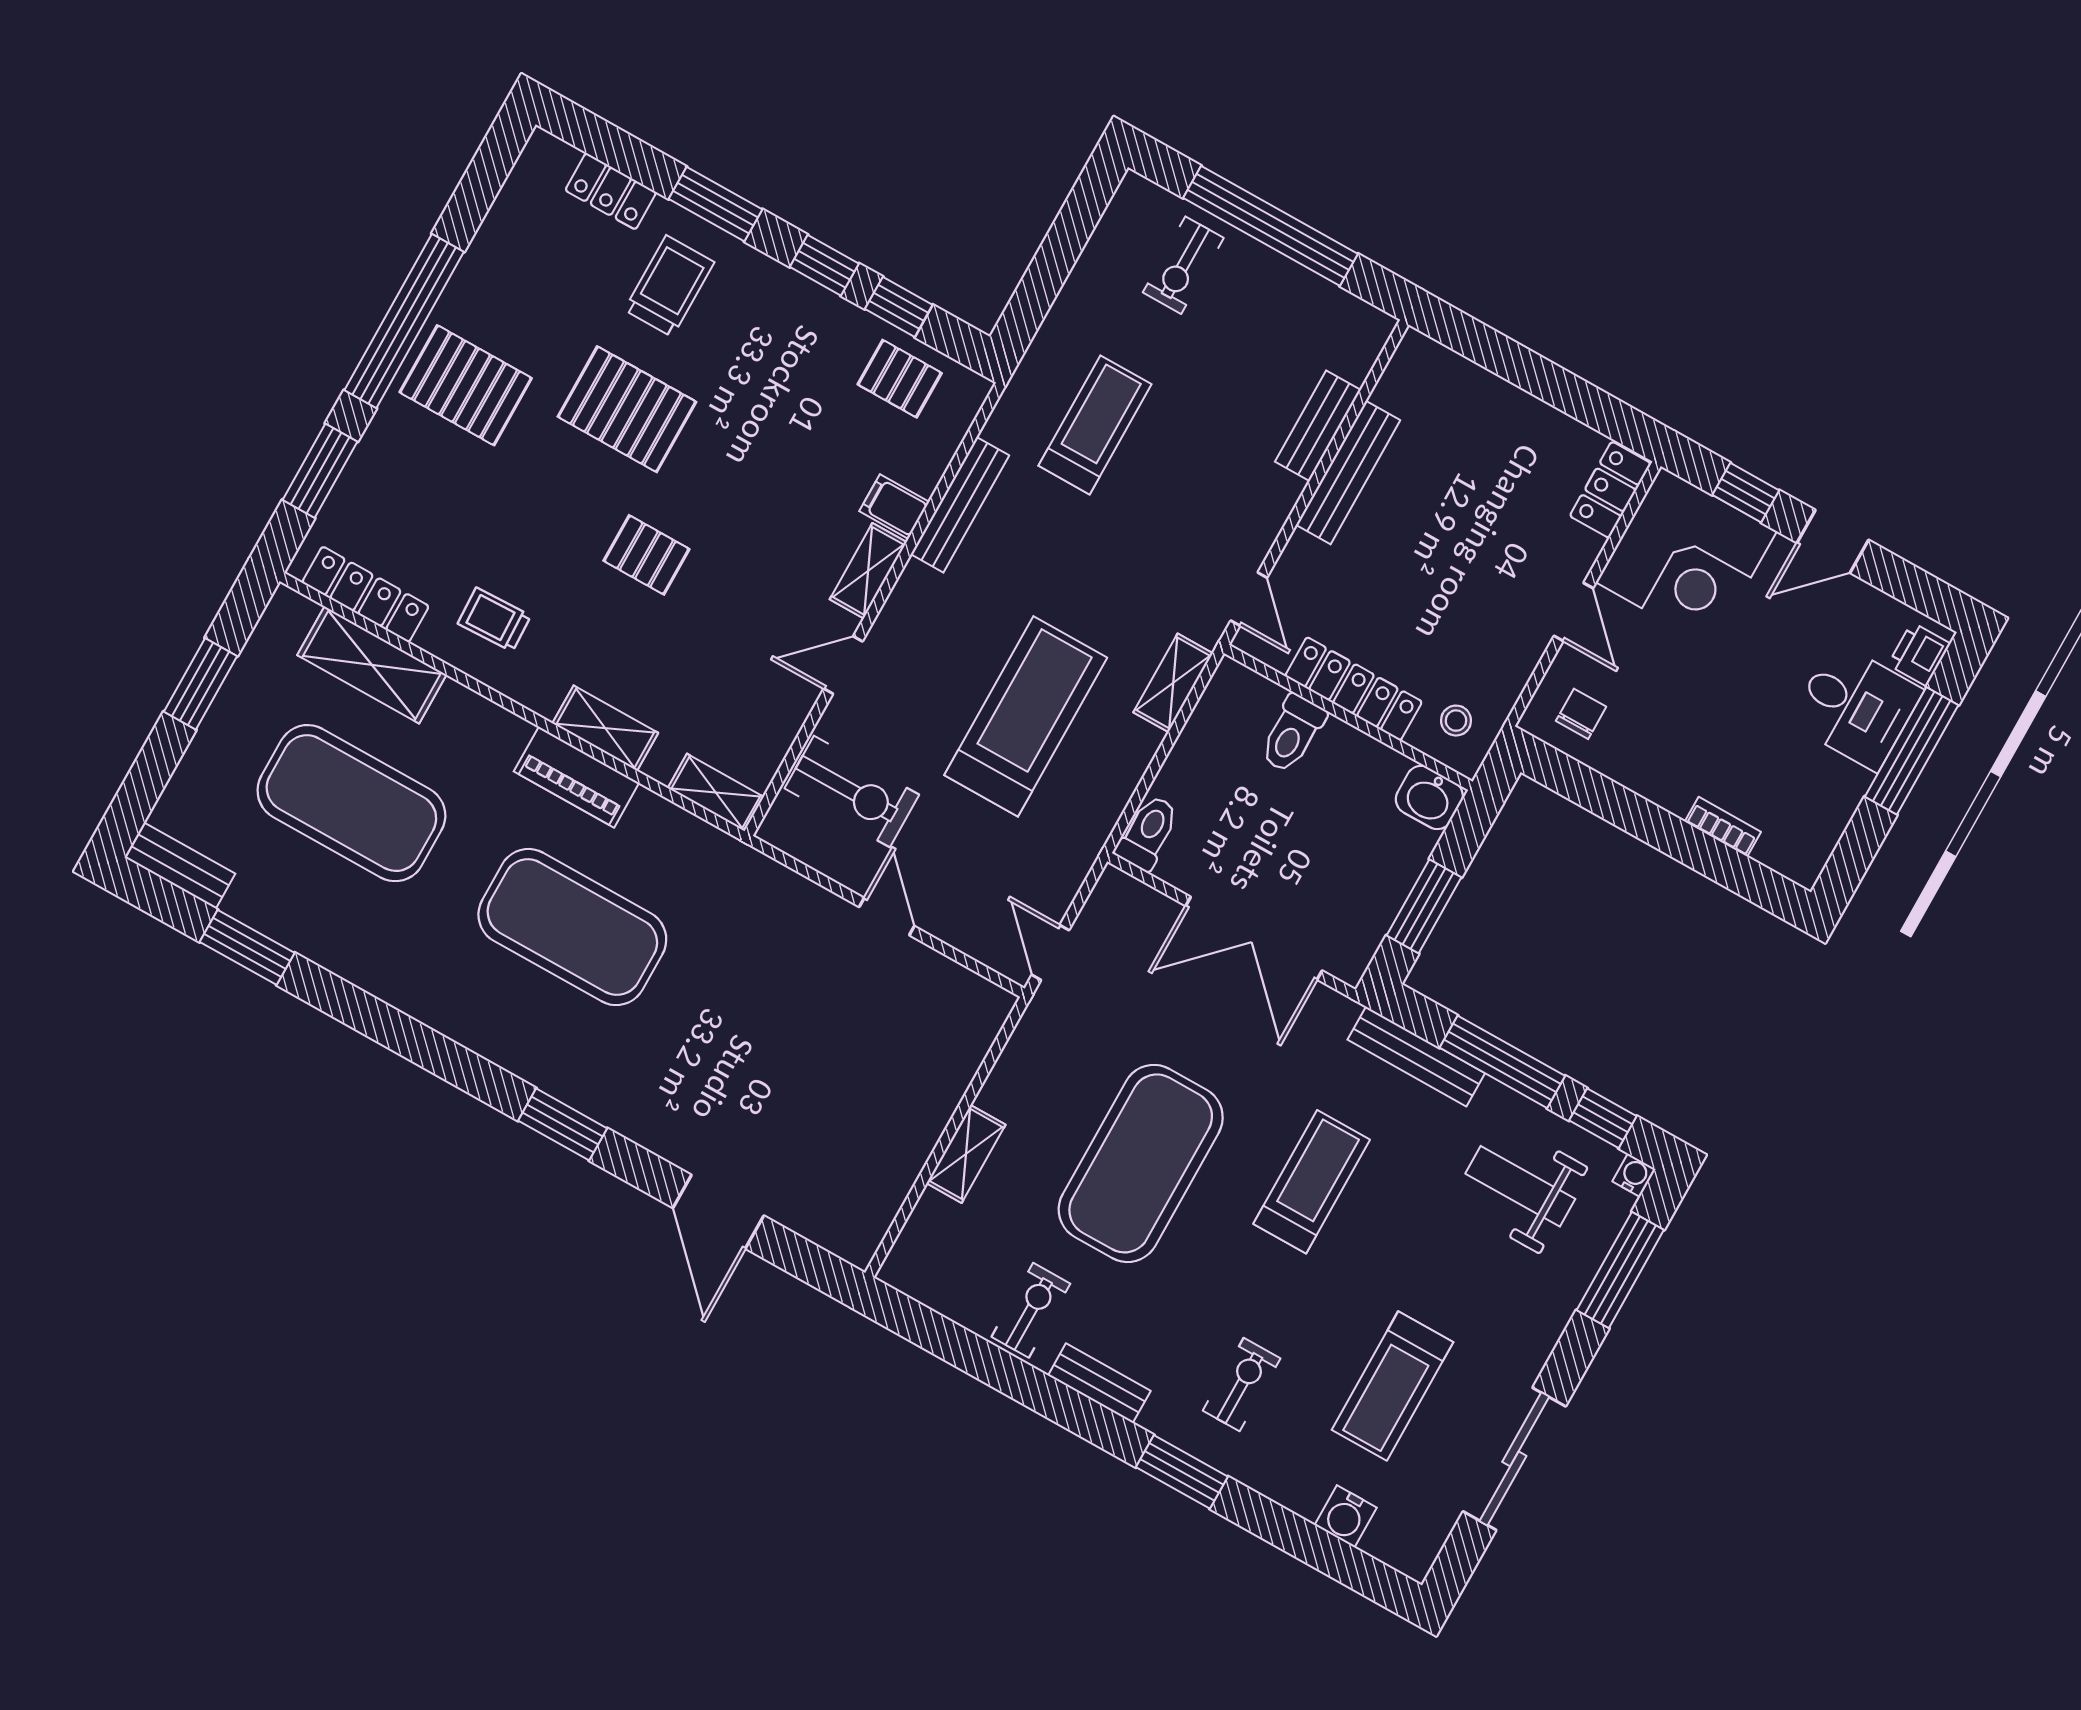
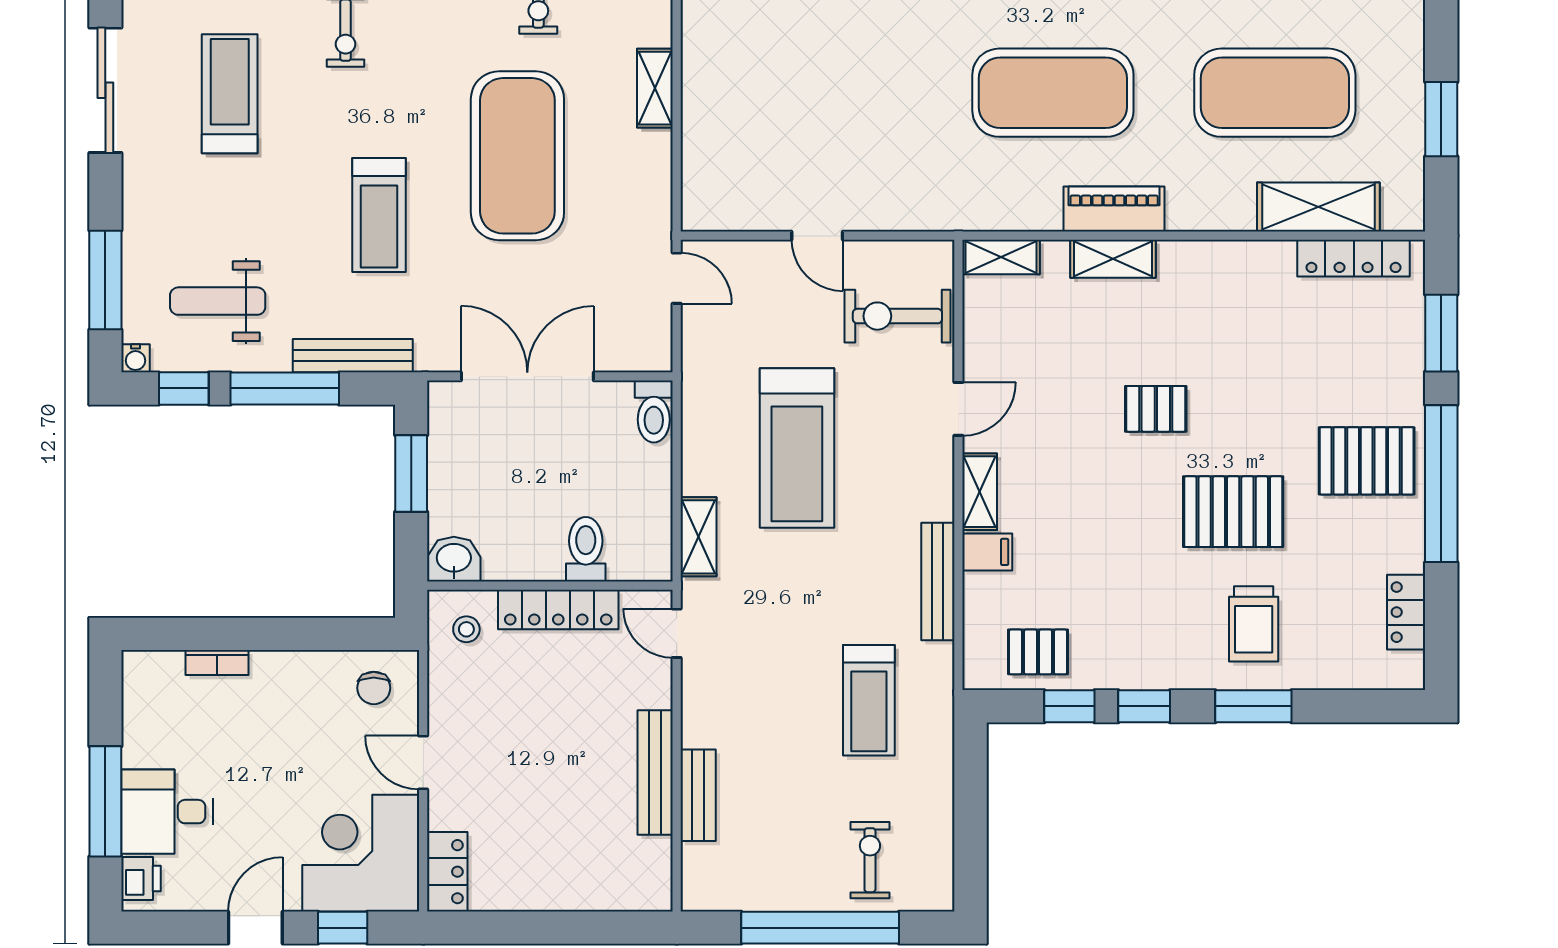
locker: (611, 191) -> (1406, 612), moved, turned -90
trolley: (494, 620) -> (1244, 294), removed
weight bench: (1520, 1186) -> (218, 301), turned 180

